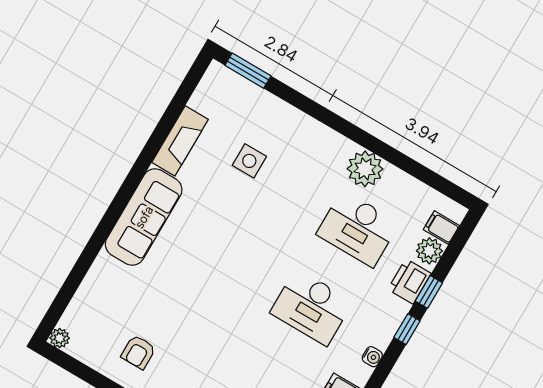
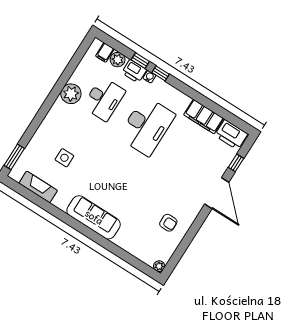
fireplace: (180, 141) -> (38, 187), moved
desk: (312, 307) -> (147, 126), width x1.36, depth x1.30
water cooler: (372, 357) -> (149, 77), moved

